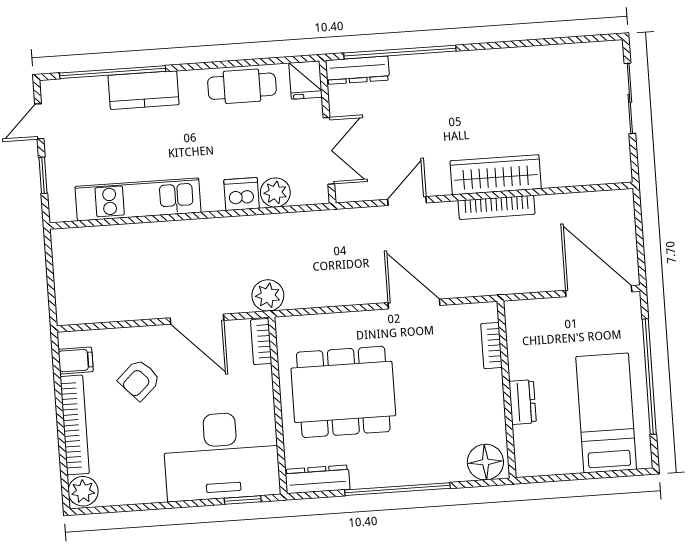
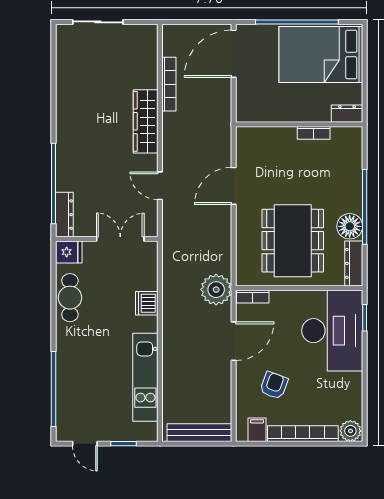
kitchen counter: (144, 90) -> (68, 368), removed
plant: (275, 193) -> (147, 279), removed
bookcase: (496, 207) -> (169, 84), moved
bench: (66, 280) -> (199, 433), added
plant: (268, 295) -> (216, 290), width x1.36, depth x1.36
bookcase: (491, 346) -> (314, 133), moved
armchair: (139, 380) -> (274, 385), turned -117
dresser: (523, 402) -> (347, 114), moved
bed: (606, 413) -> (321, 55), width x1.50
floor lamp: (485, 462) -> (350, 226), moved

